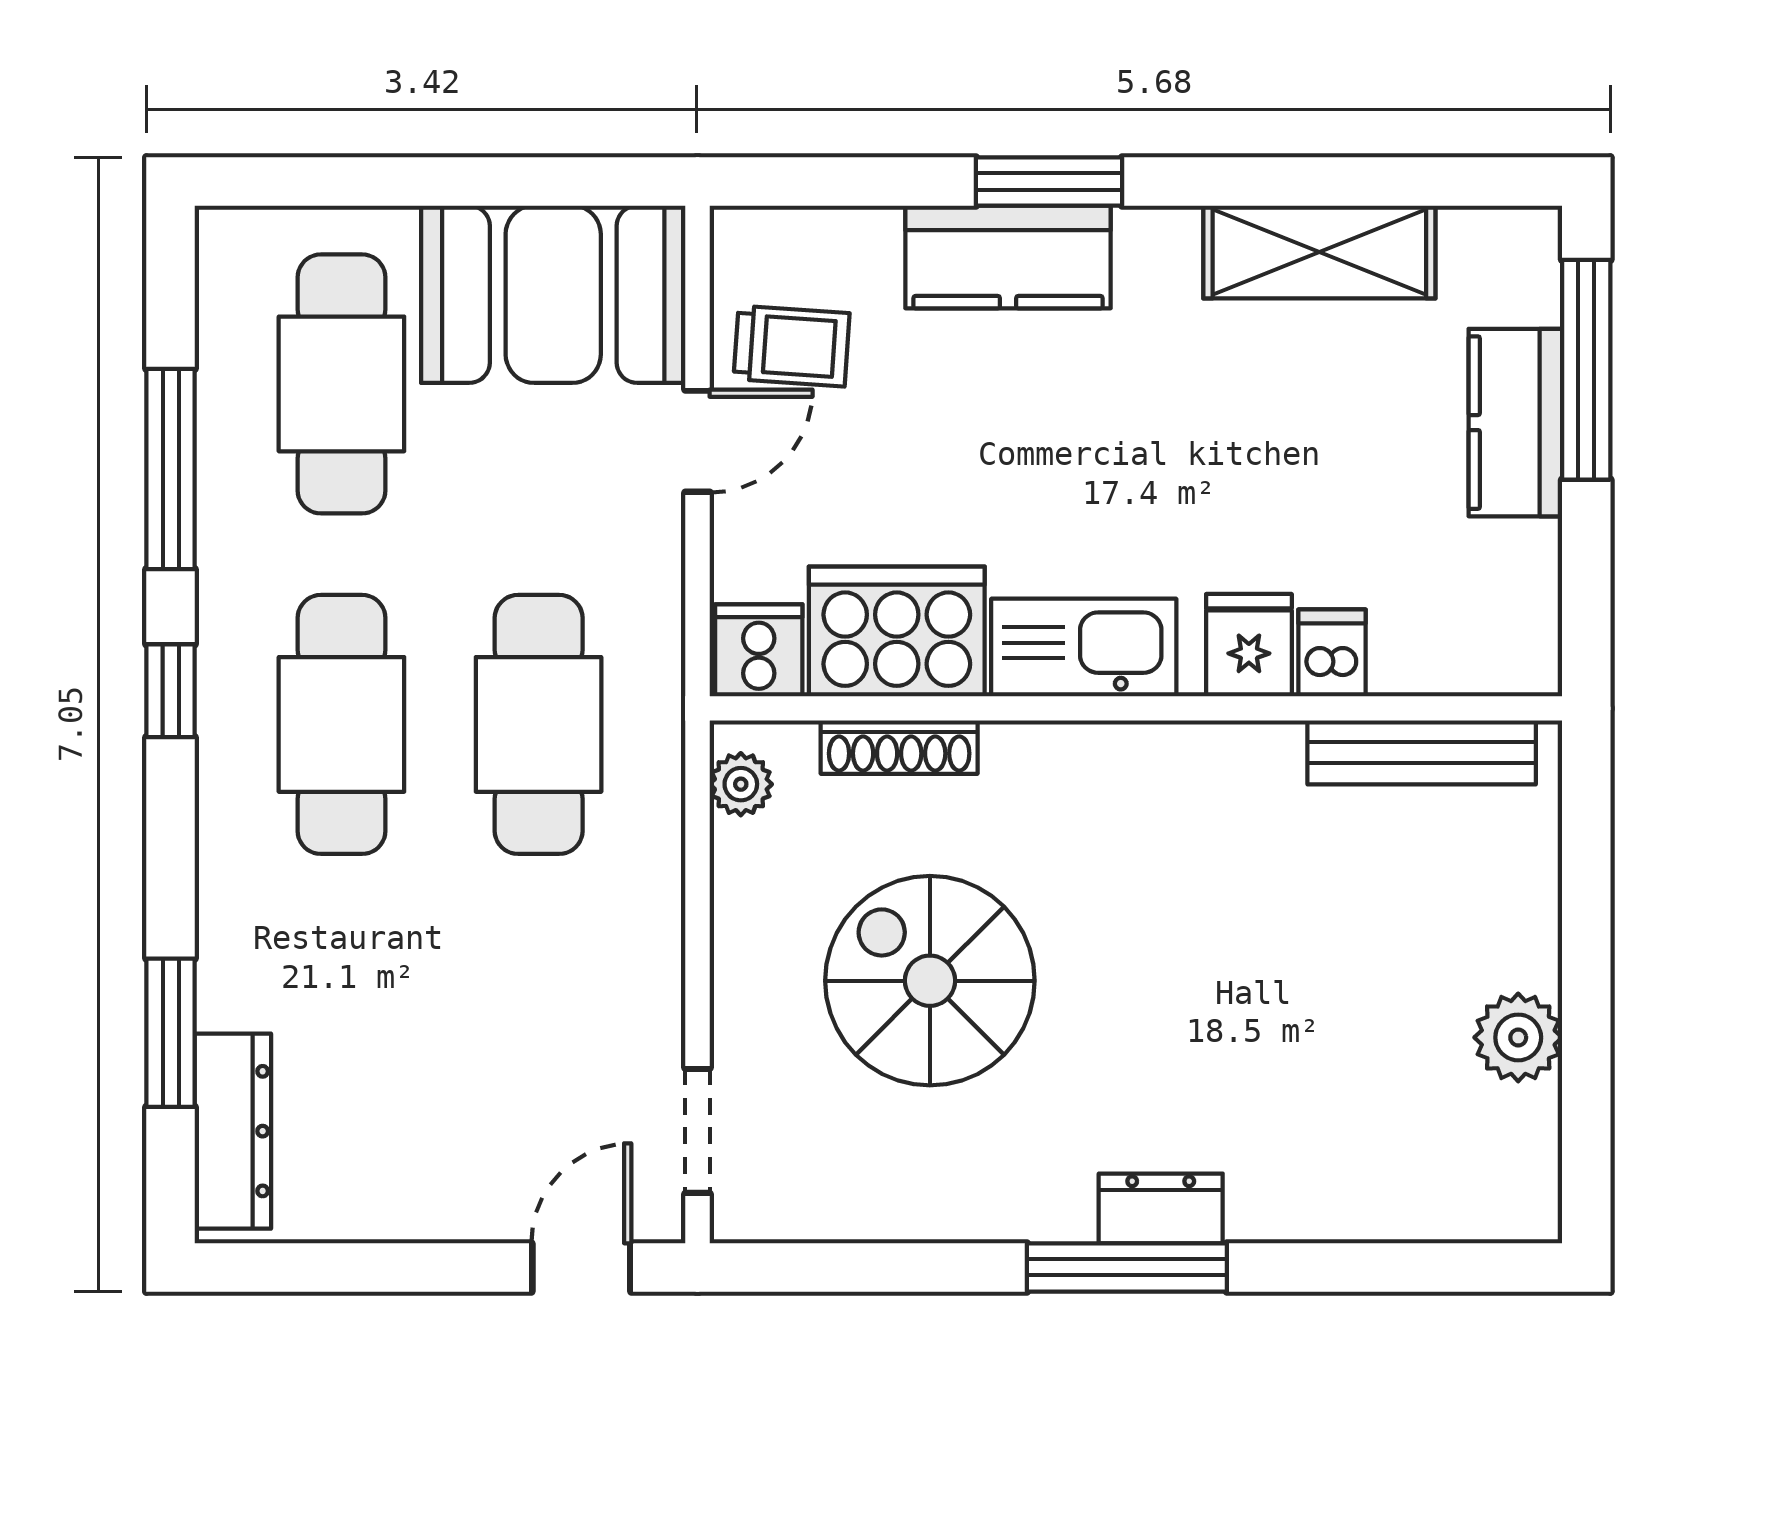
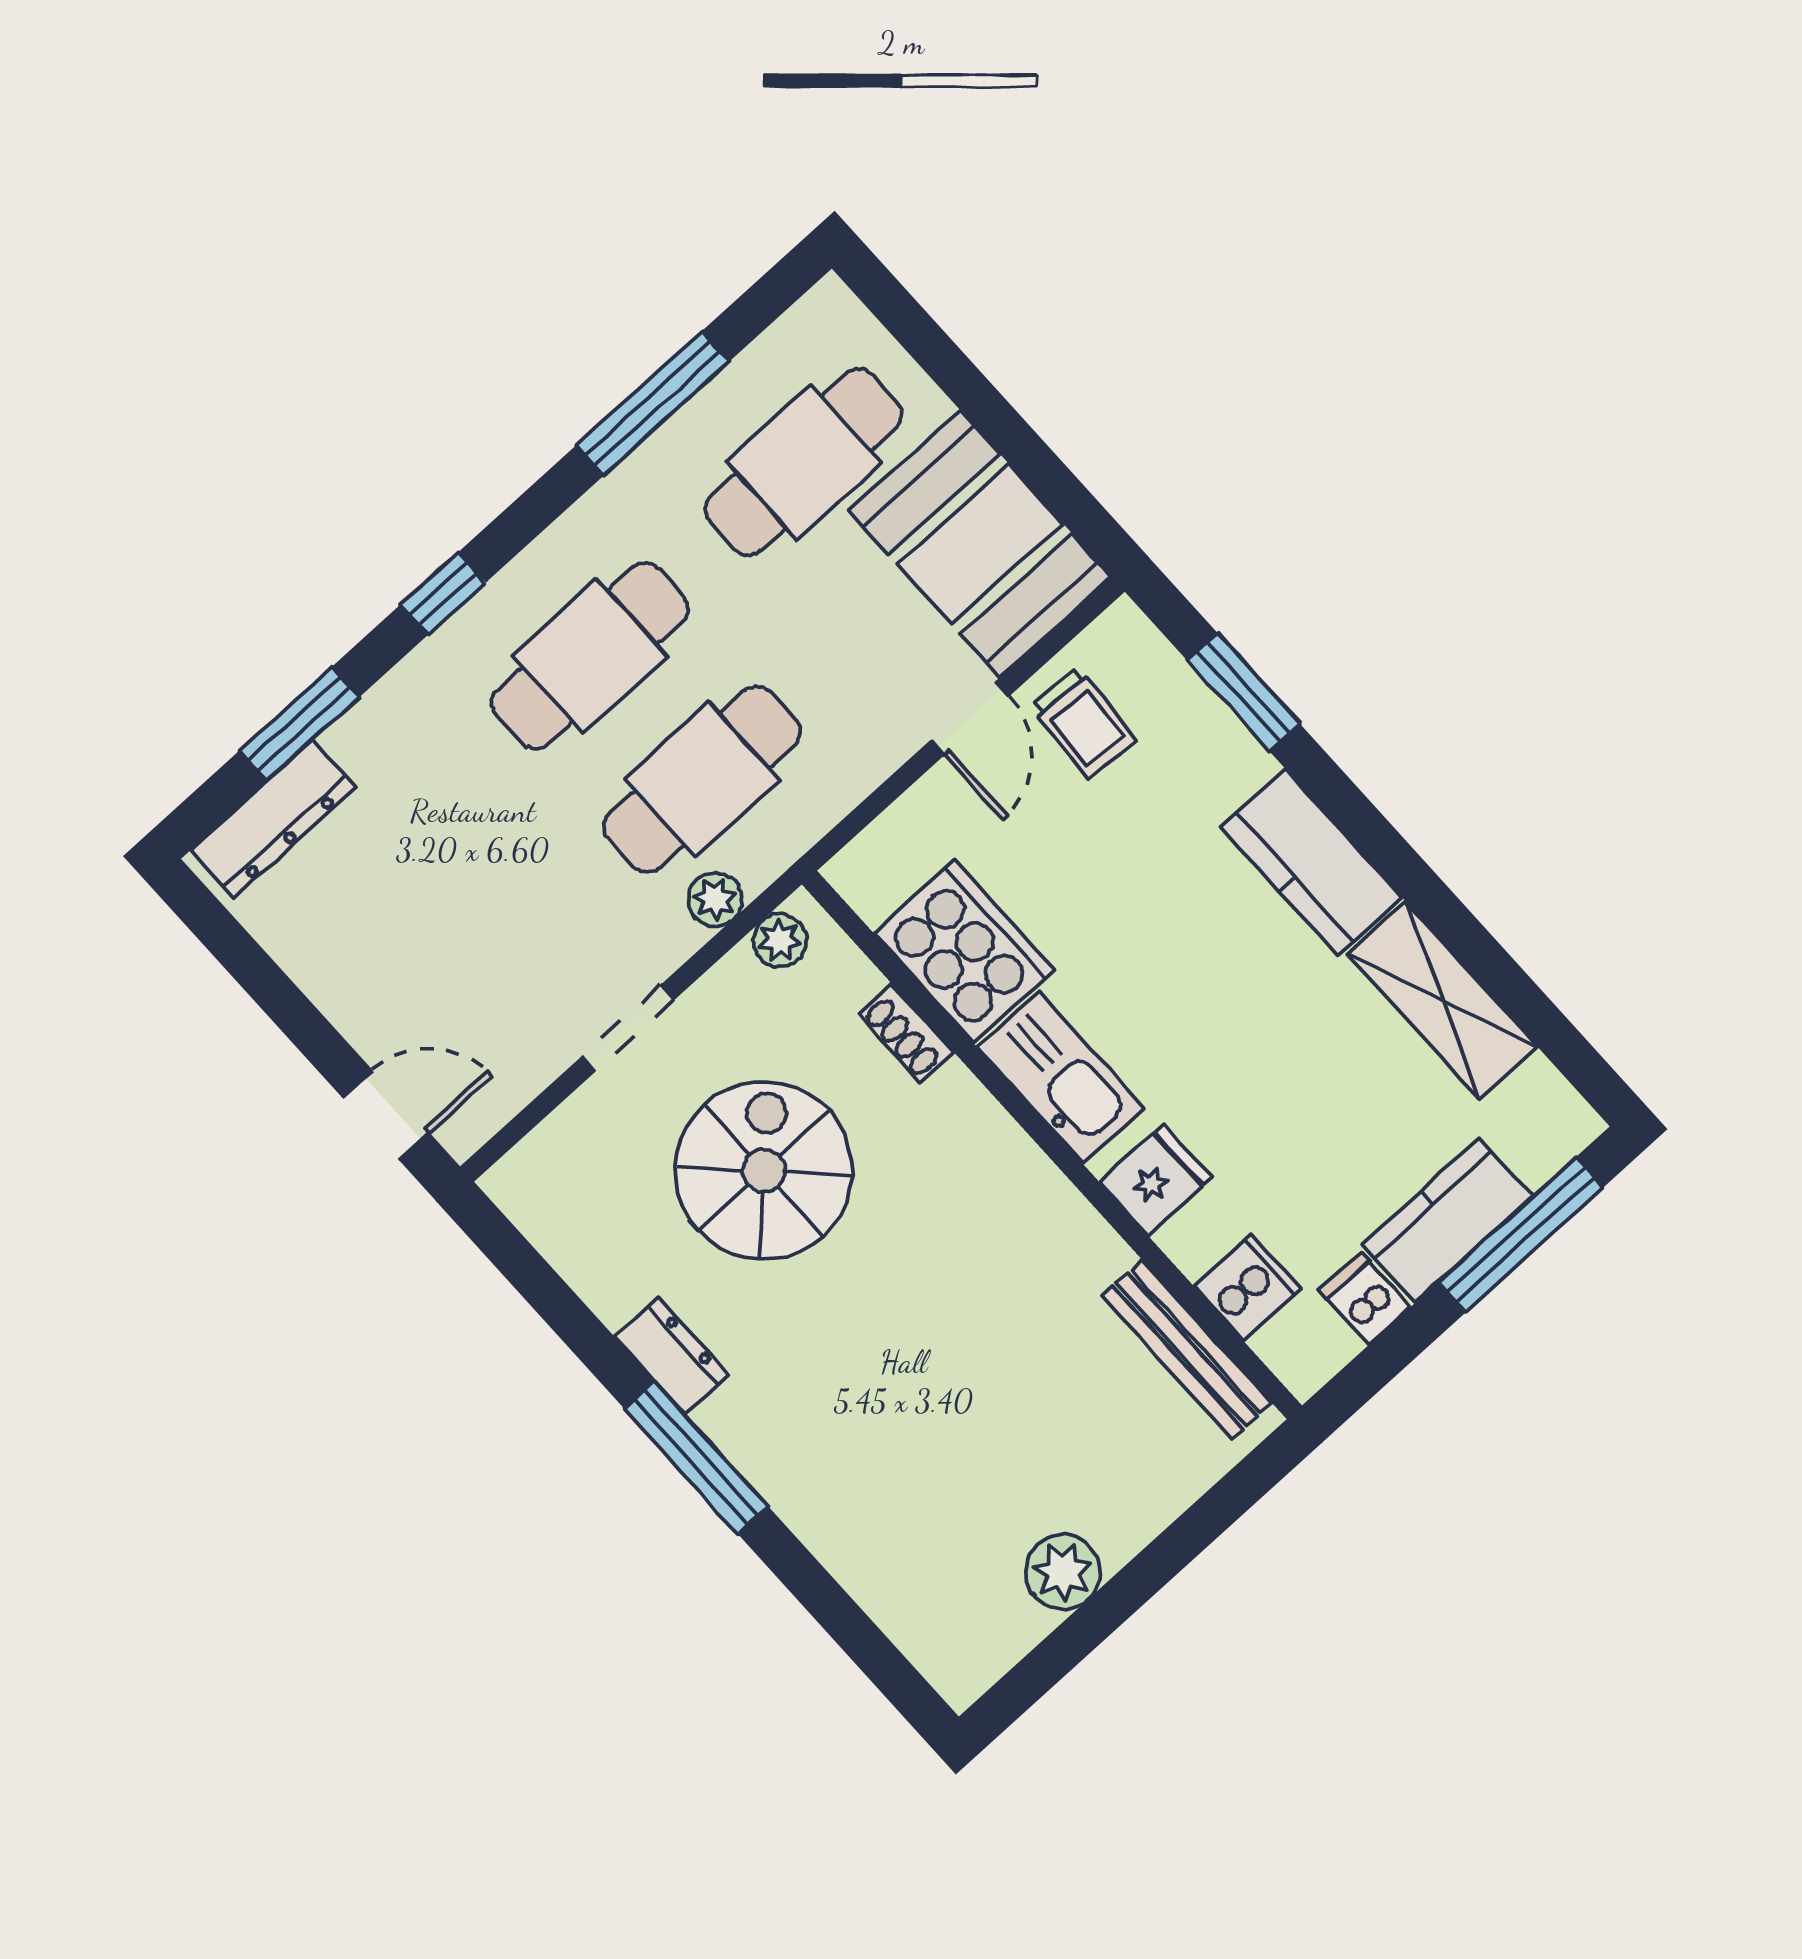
window: (1049, 181) -> (1244, 692), moved
kitchen counter: (1008, 257) -> (1311, 862), moved
door: (697, 441) -> (970, 718), hinge flipped
cooker: (759, 650) -> (1247, 1287), moved
dishwasher: (1332, 653) -> (1365, 1299), moved, turned -90
window: (171, 691) -> (443, 593), moved
shoe rack: (899, 747) -> (906, 1033), width x0.70
plant: (654, 808) -> (715, 899), added
doorway: (697, 1131) -> (628, 1028), moved
dresser: (1161, 1208) -> (671, 1356), moved

